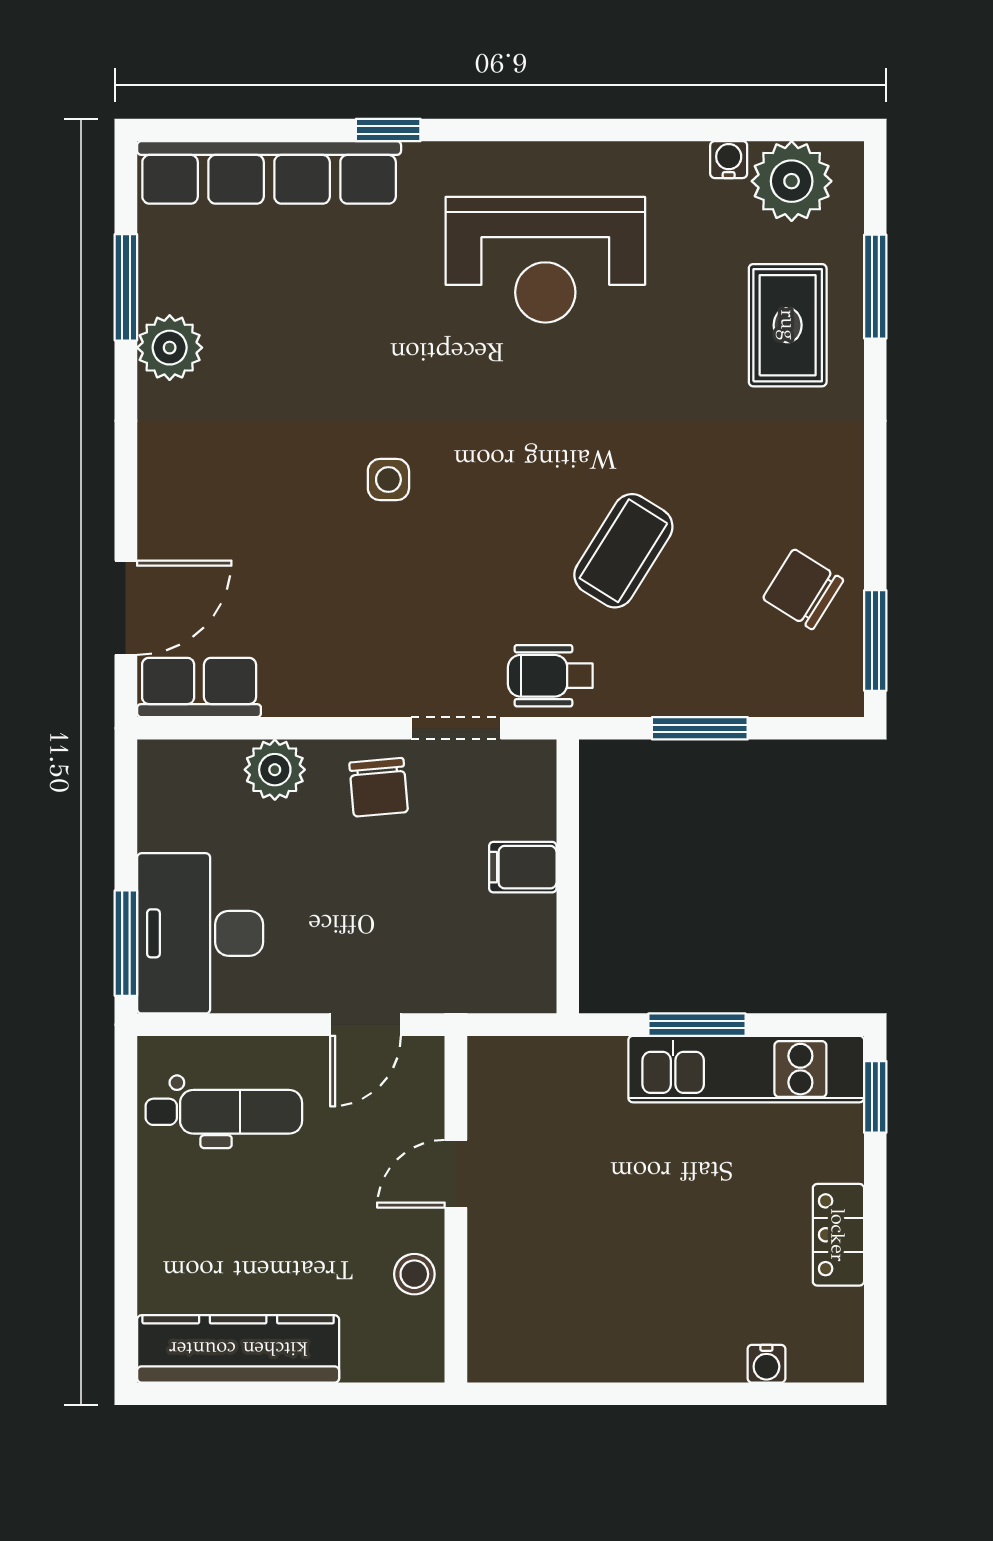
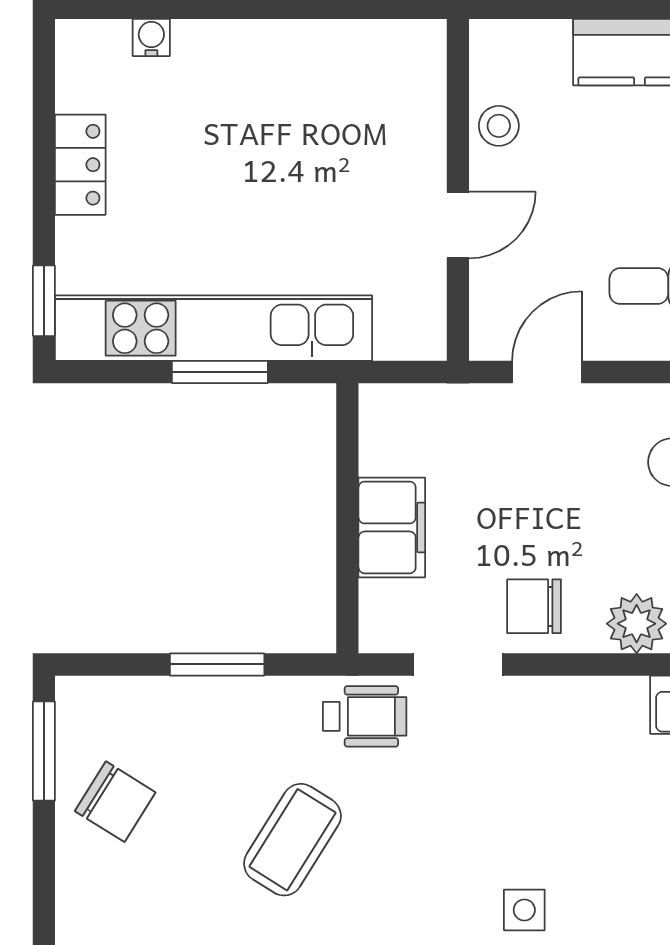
chair: (379, 787) -> (534, 606), turned -85
filing cabinet: (523, 867) -> (392, 527), width x2.00
kitchen unit: (746, 1069) -> (214, 328), width x1.36

